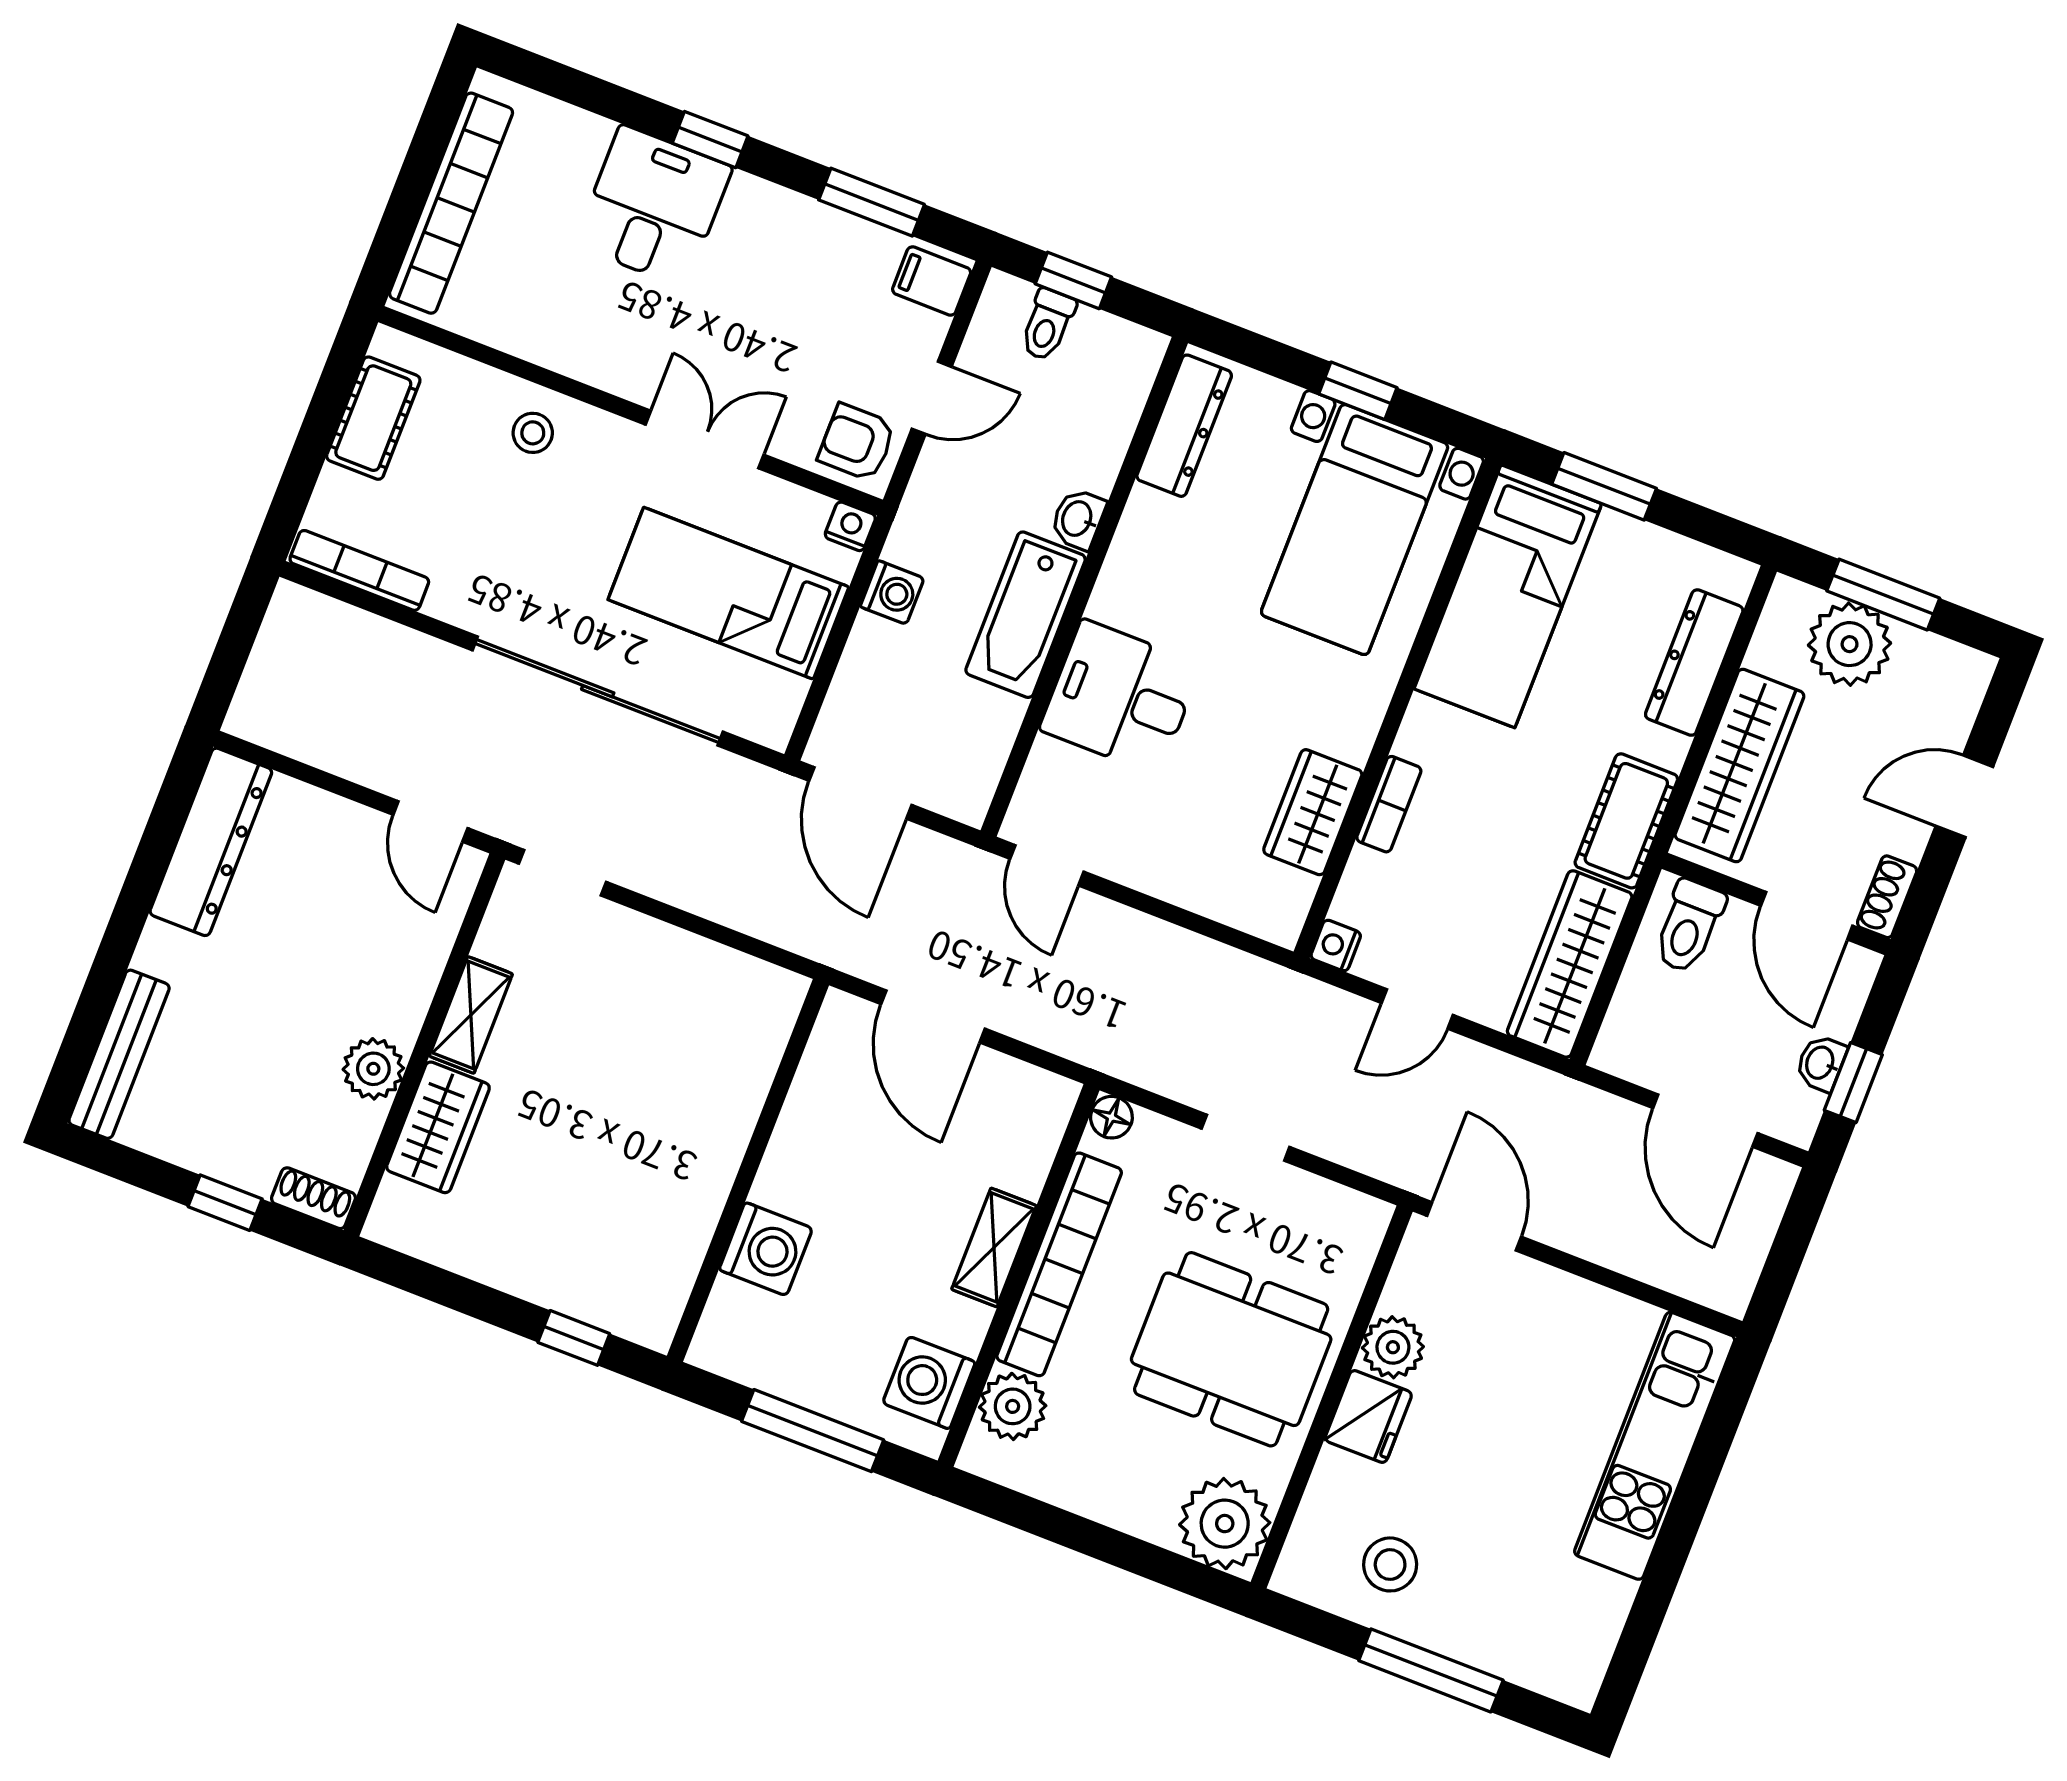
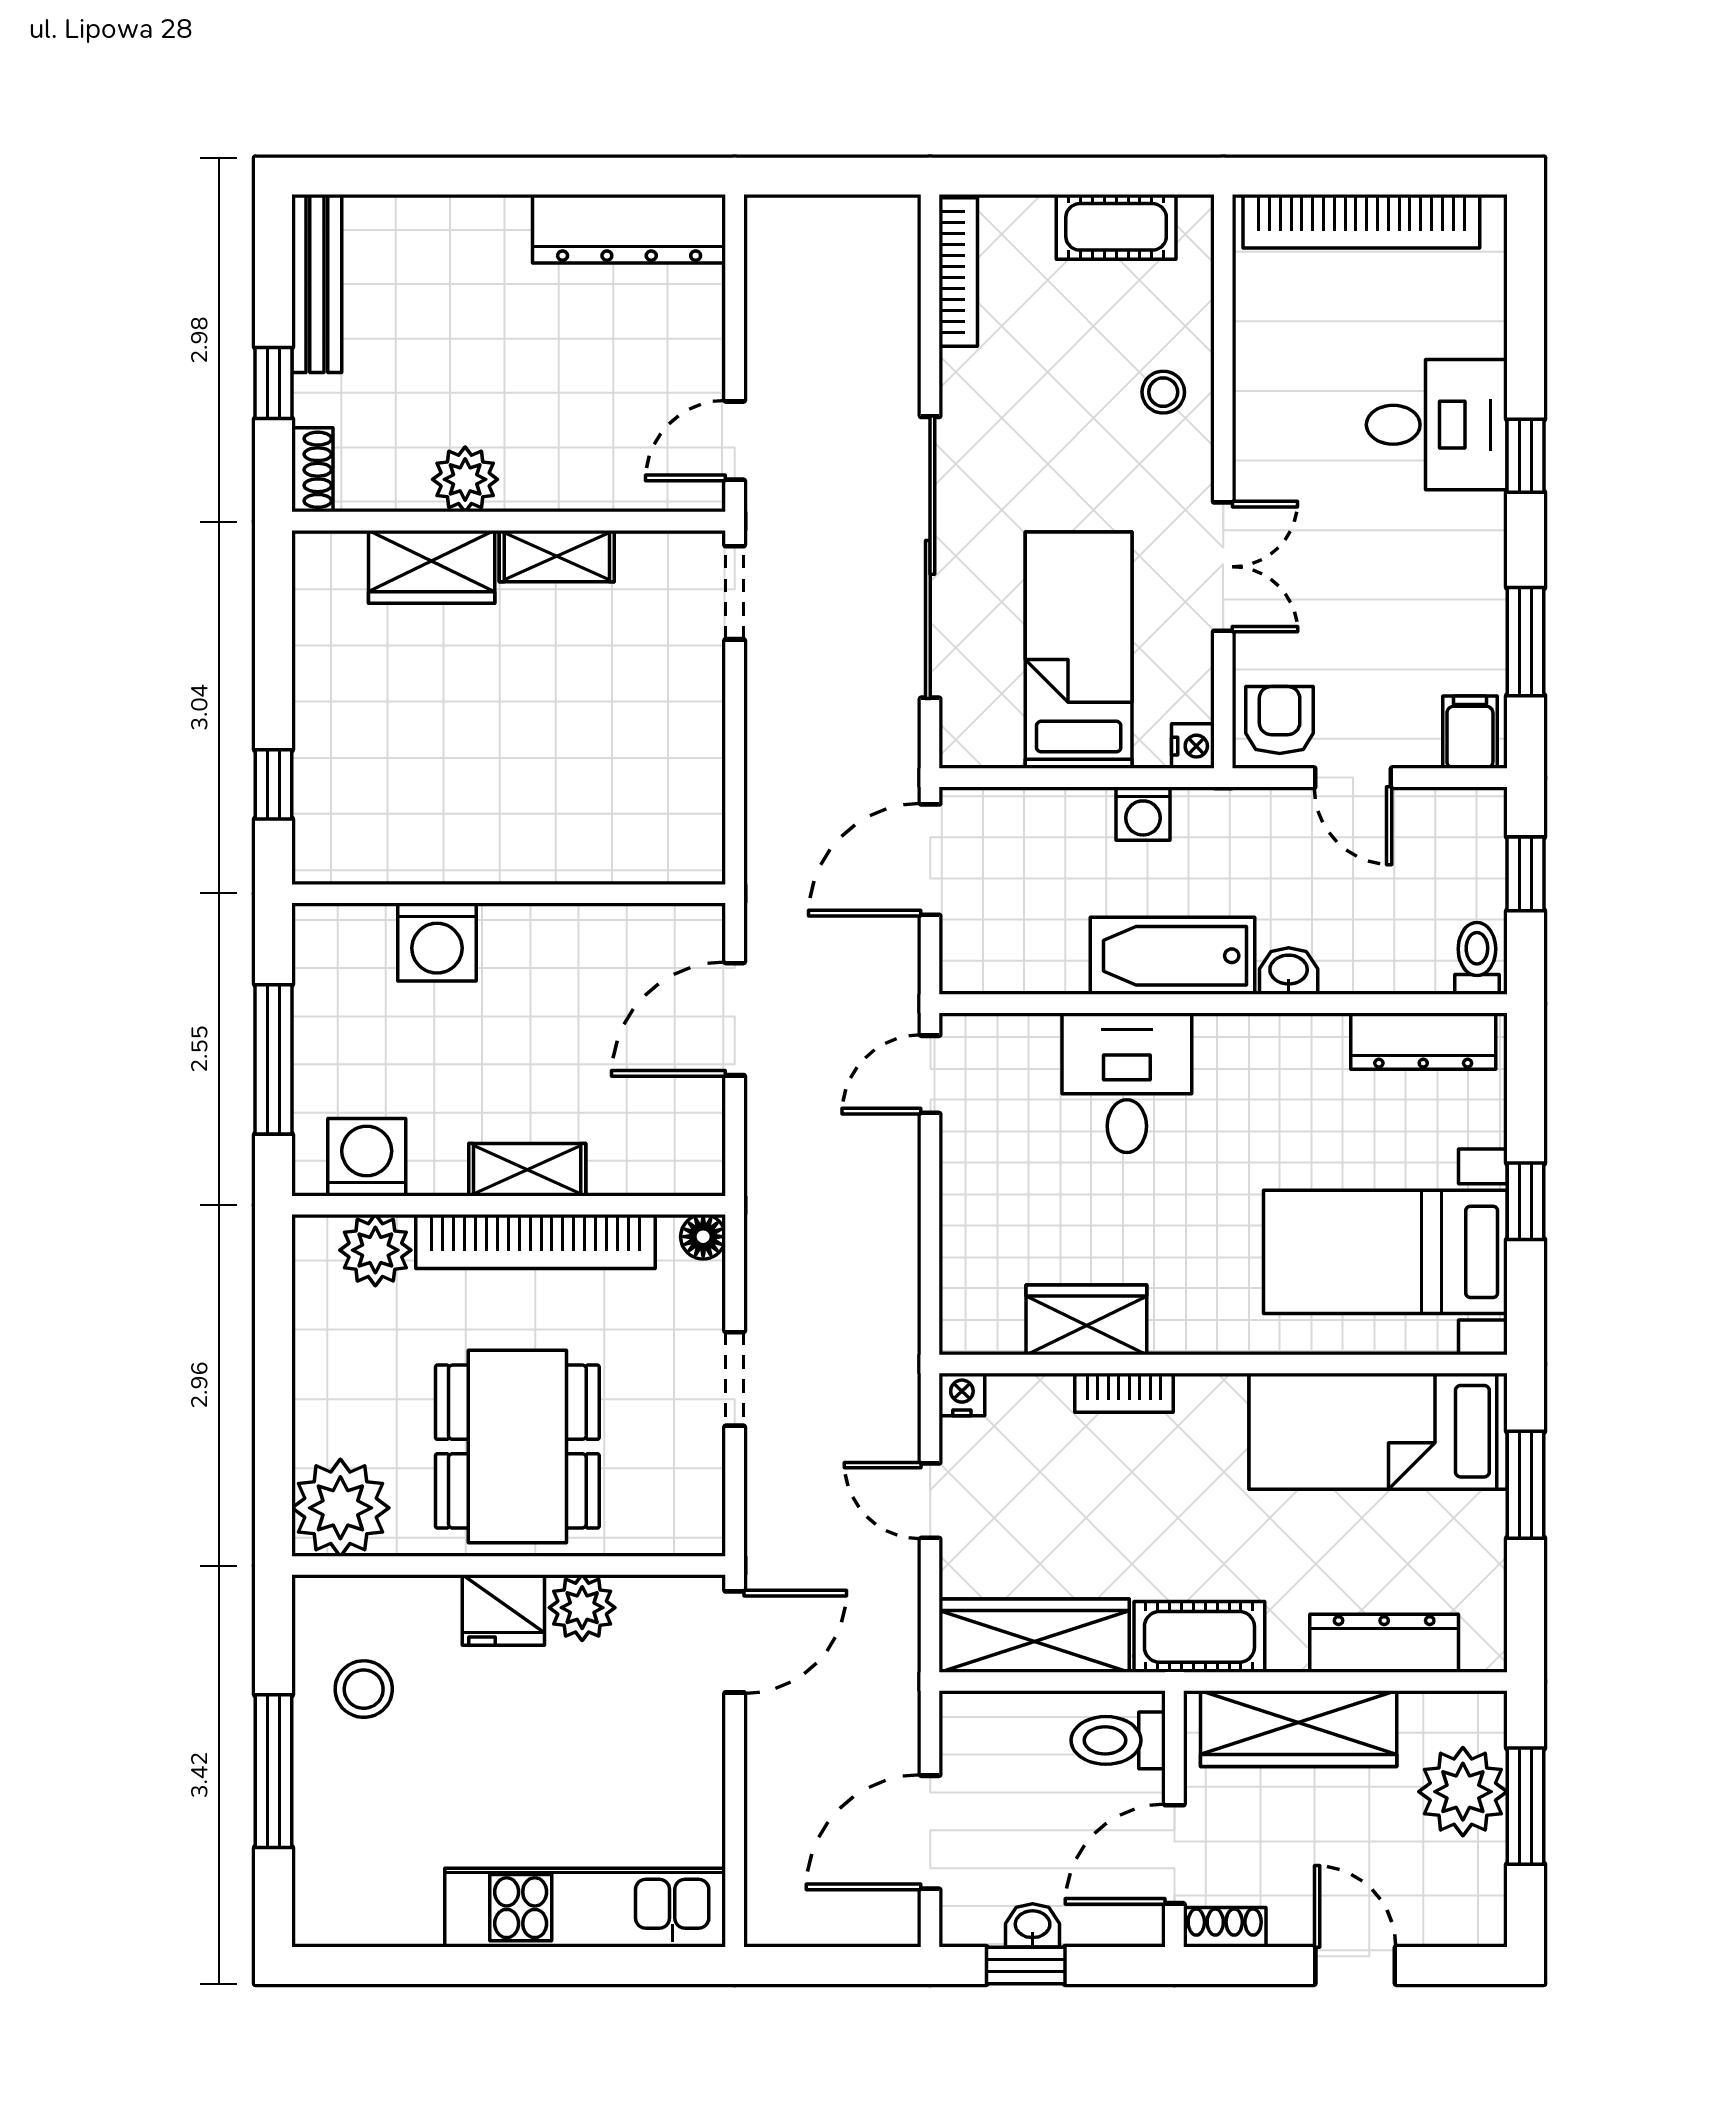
toilet: (1047, 325) -> (1477, 958), moved, turned 90
bench: (119, 1054) -> (317, 283), moved, turned 90

